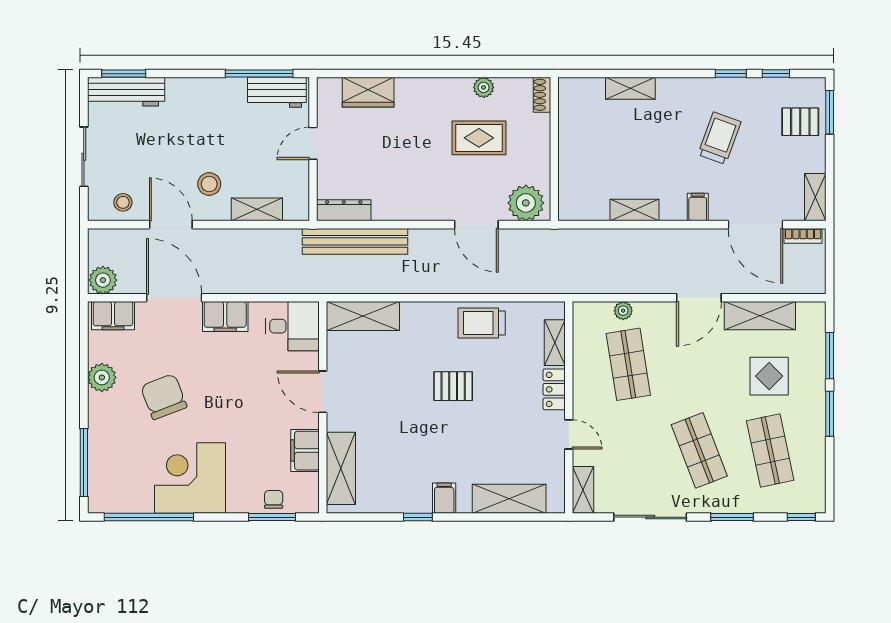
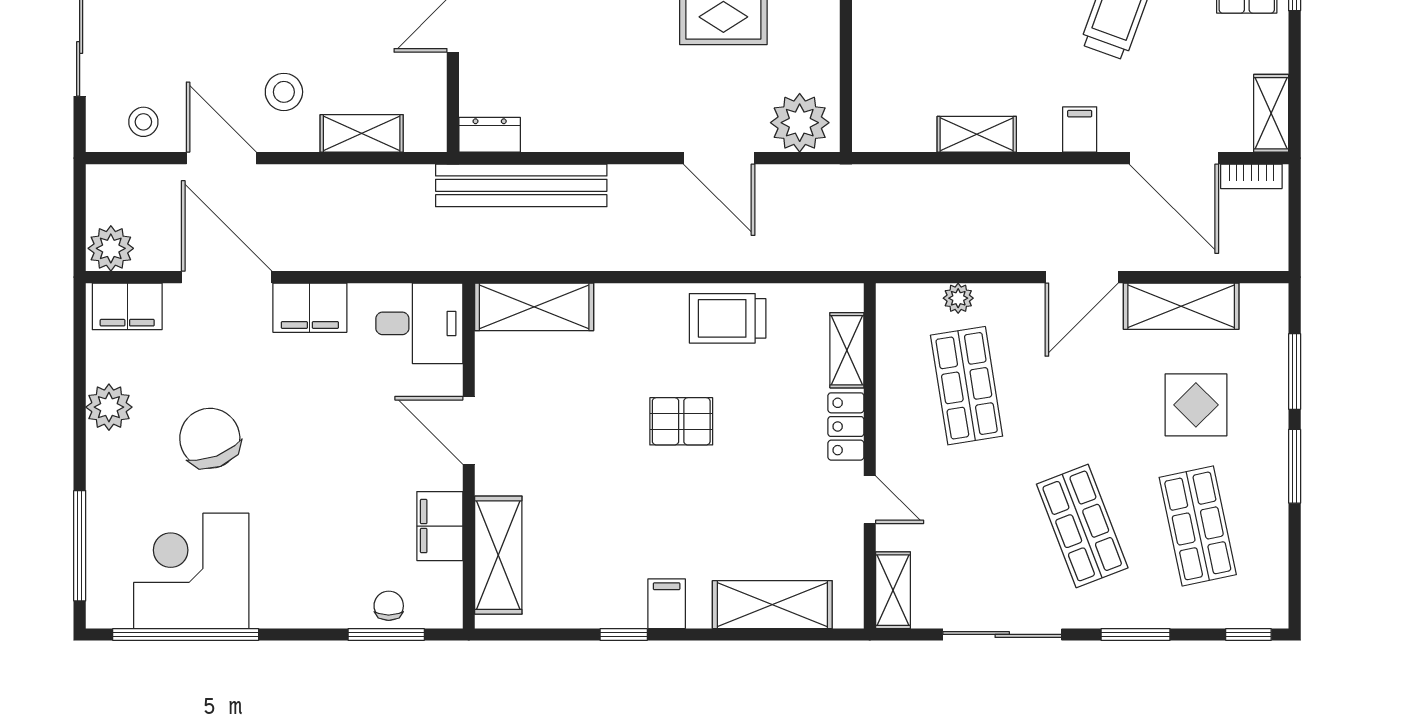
dresser: (344, 210) -> (490, 135), width x0.70
corner desk: (190, 478) -> (191, 571), moved

